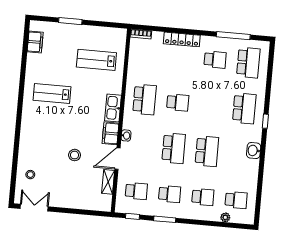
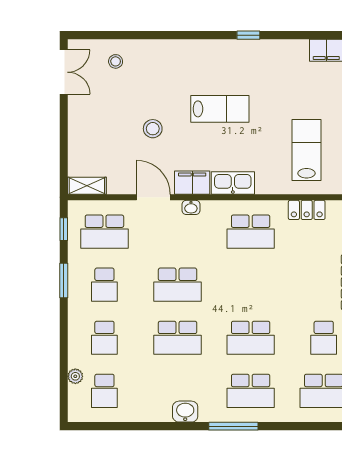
locker: (134, 63) -> (307, 210), added
window: (21, 90) -> (248, 35), added
lab bench: (52, 93) -> (220, 109), moved, turned 90
school desk: (178, 102) -> (251, 338), moved, width x1.85
window: (265, 121) -> (233, 426), width x2.17
shelving: (108, 182) -> (87, 186), moved
school desk: (136, 191) -> (104, 232), width x1.85

